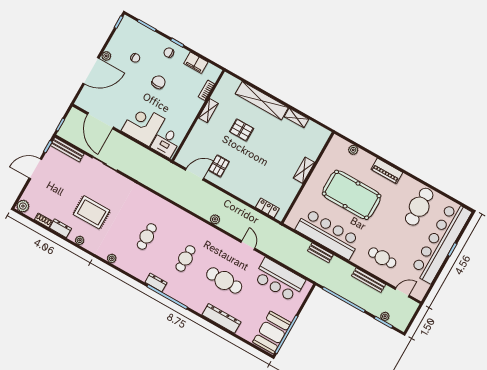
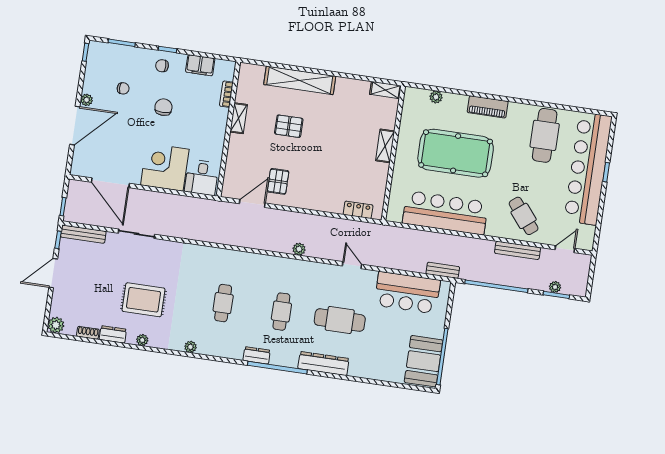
shelving: (297, 118) -> (385, 90), moved
bench: (320, 253) -> (443, 270), moved
cafe table: (382, 258) -> (524, 216), turned 51
dresser: (222, 318) -> (323, 364), moved

